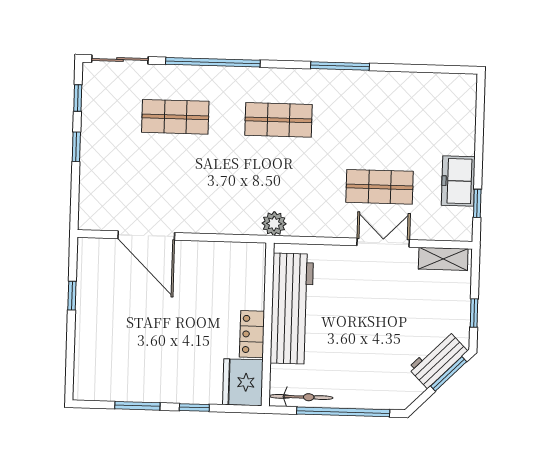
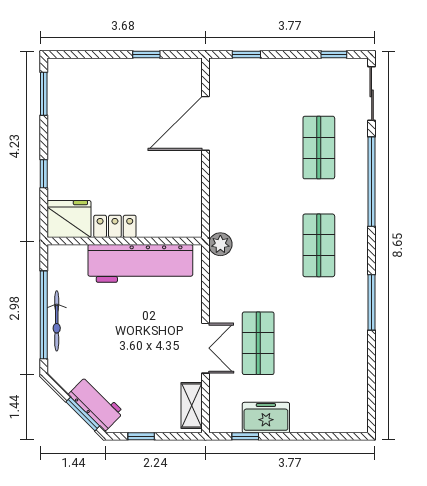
window: (76, 147) -> (246, 54), moved
bicycle: (301, 397) -> (57, 321), moved
window: (137, 406) -> (44, 94), moved

